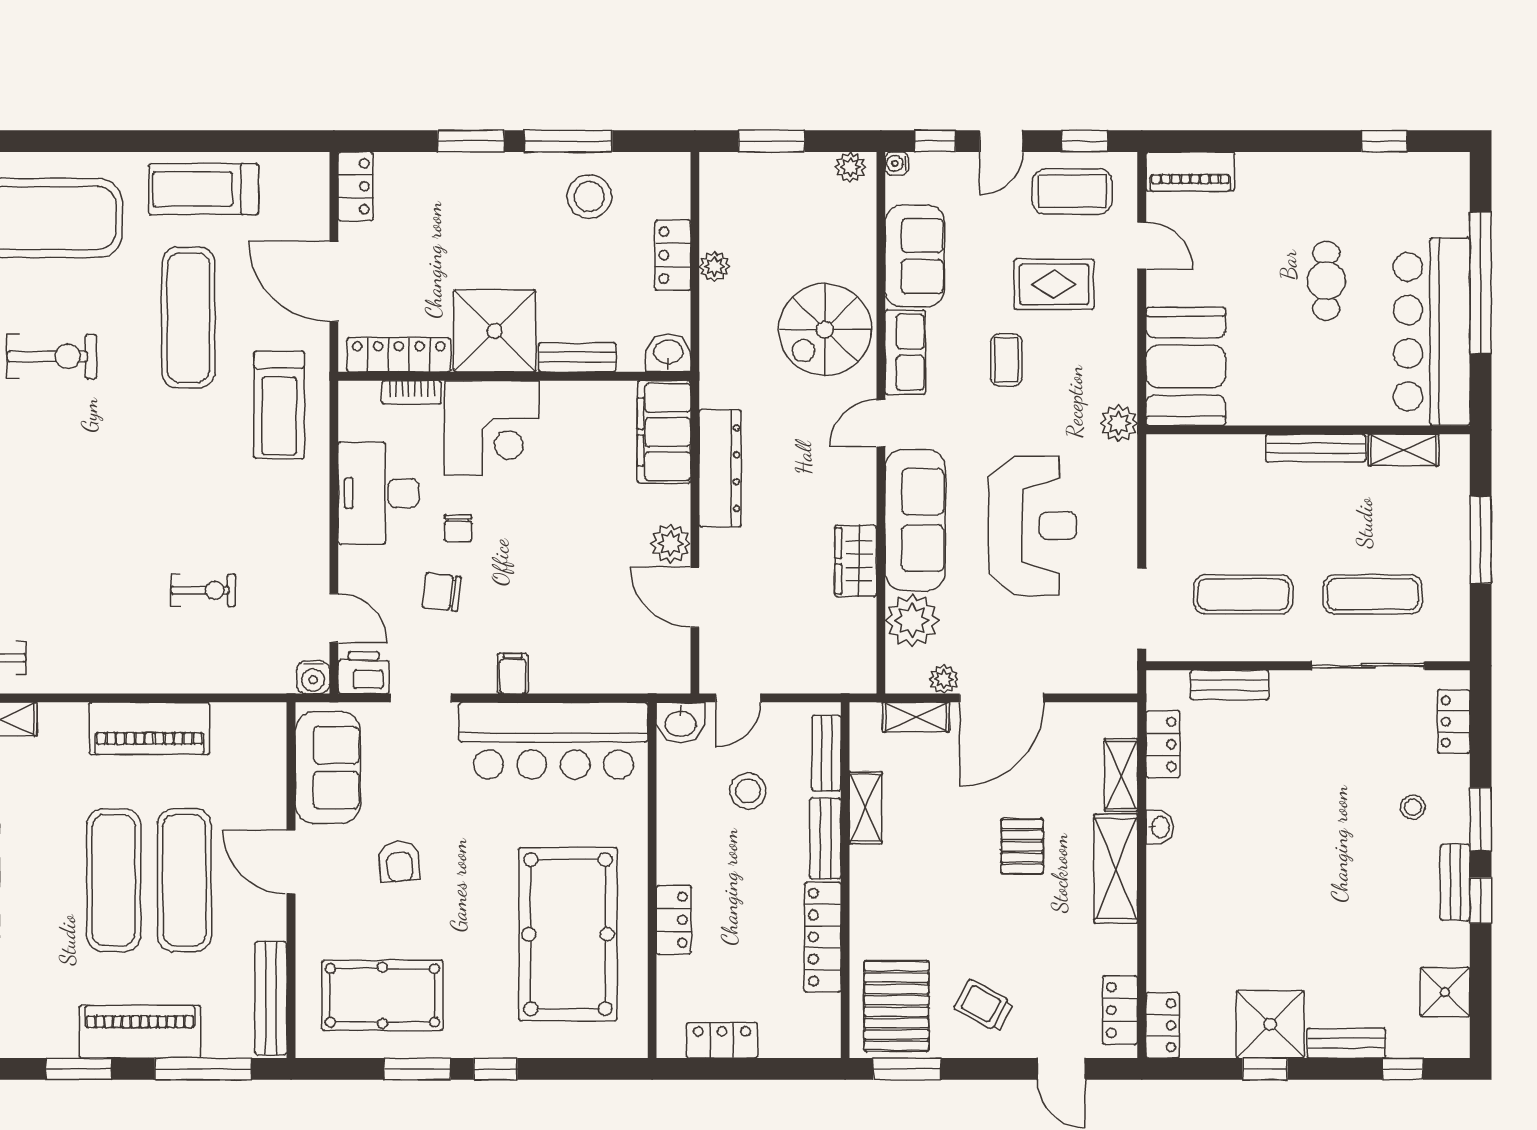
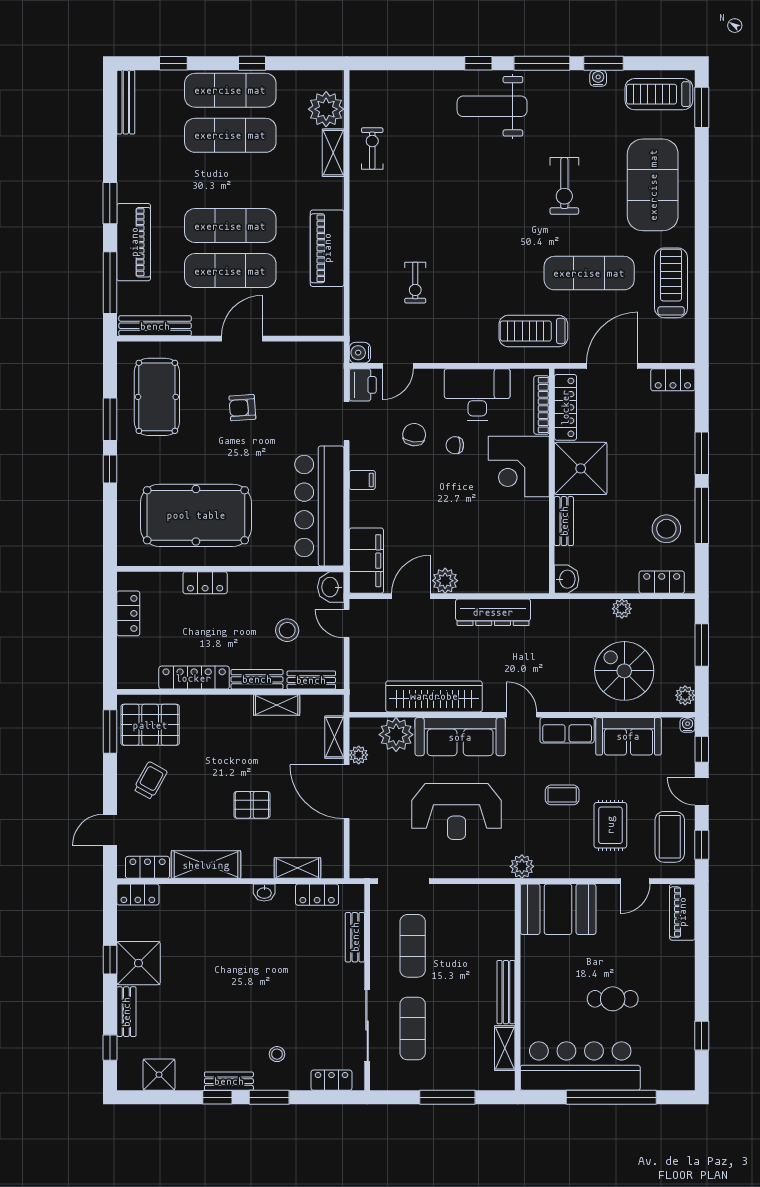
locker: (673, 255) -> (662, 582), moved
spiral stairs: (825, 329) -> (624, 671), moved
bookcase: (412, 392) -> (541, 405), width x1.56
filing cabinet: (664, 432) -> (366, 561), moved, turned 90
wardrobe: (856, 561) -> (434, 696), width x2.10, depth x1.17
sofa: (328, 768) -> (302, 362), removed
shelving: (1116, 869) -> (206, 865), moved

